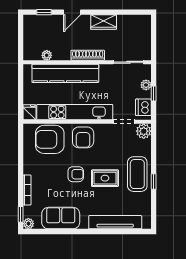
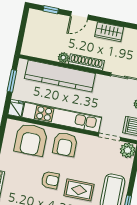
plant: (47, 55) -> (63, 58), moved
window: (21, 87) -> (12, 81), added
armchair: (50, 139) -> (31, 140), turned -90

